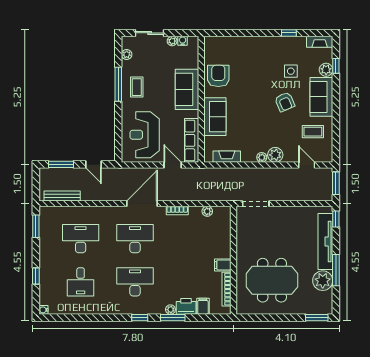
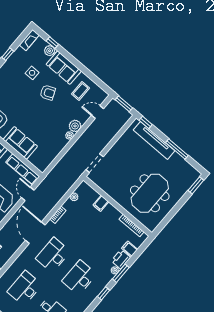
fireplace: (227, 157) -> (51, 156), removed
door: (173, 165) -> (28, 194), hinge flipped
filing cabinet: (223, 265) -> (101, 203), moved
plant: (323, 281) -> (176, 163), removed

